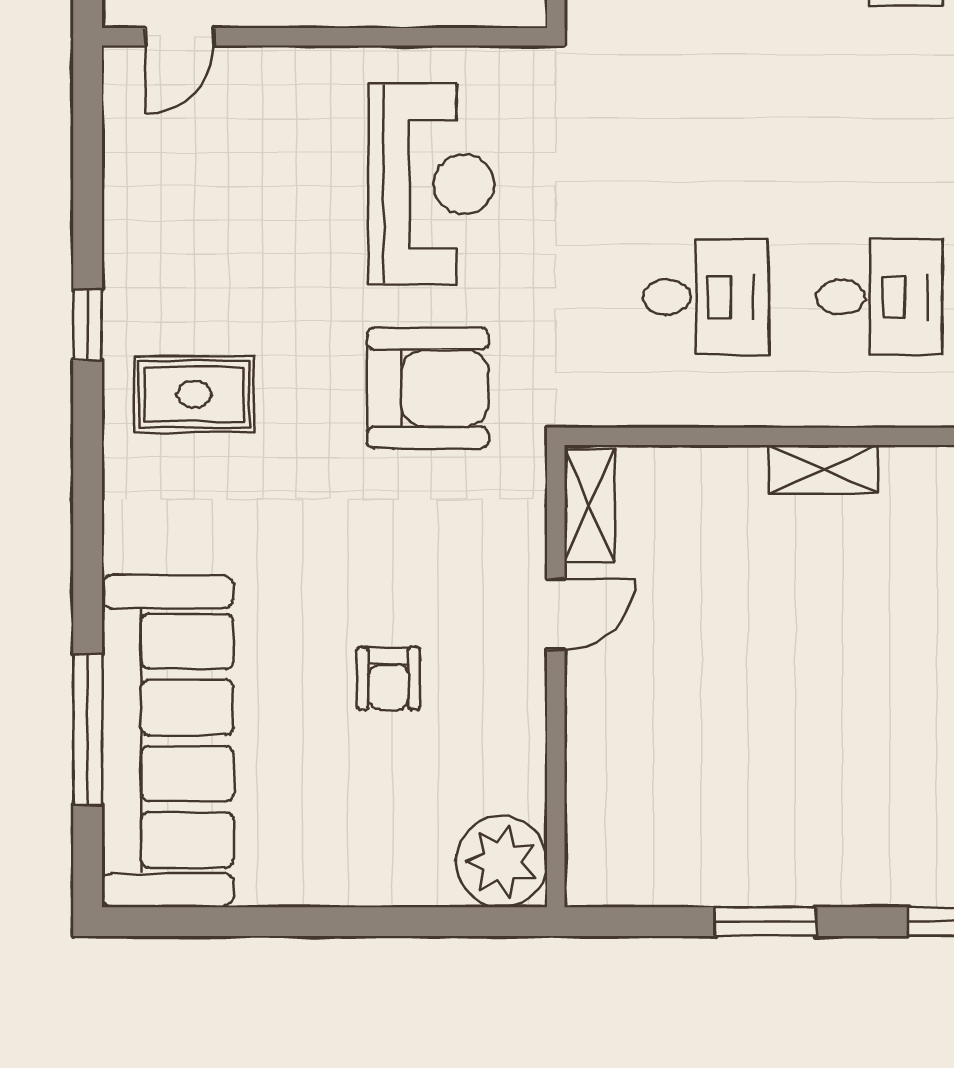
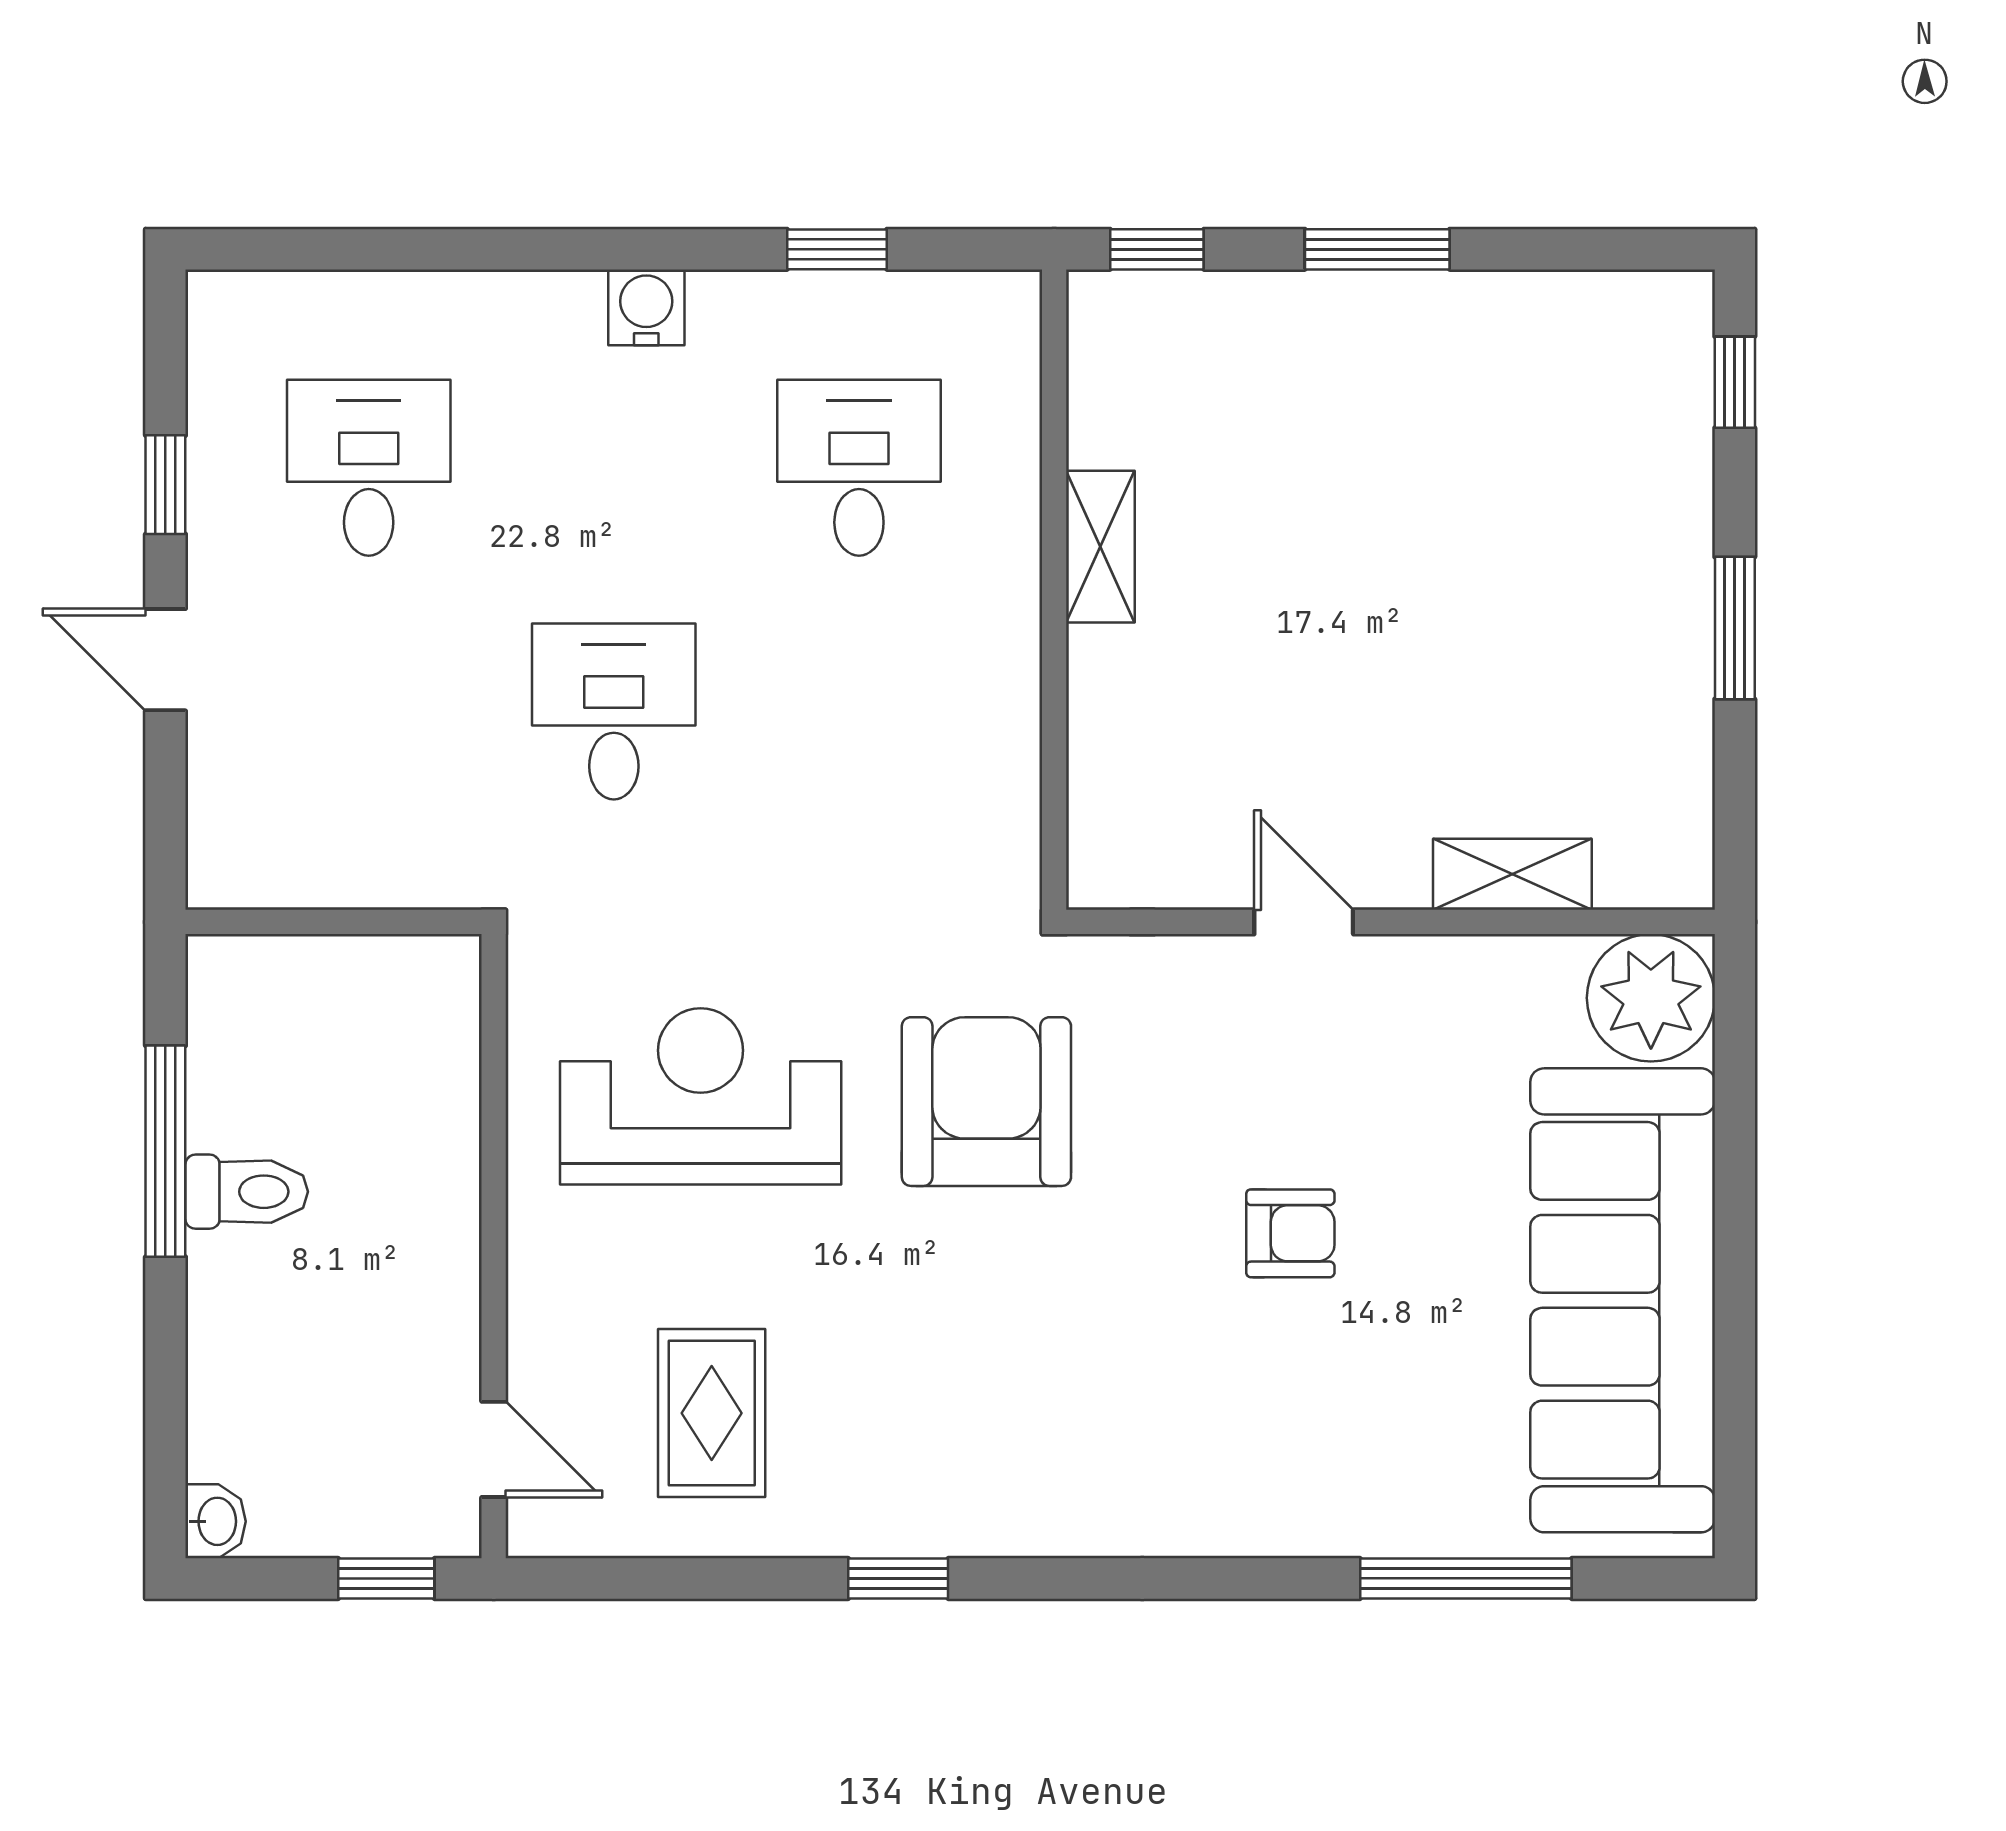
desk: (706, 297) -> (614, 711), moved
rug: (194, 394) -> (712, 1413), moved
shelving: (590, 506) -> (1512, 874), moved
armchair: (388, 678) -> (1290, 1233), moved
sofa: (168, 741) -> (1623, 1300), moved, turned -90

